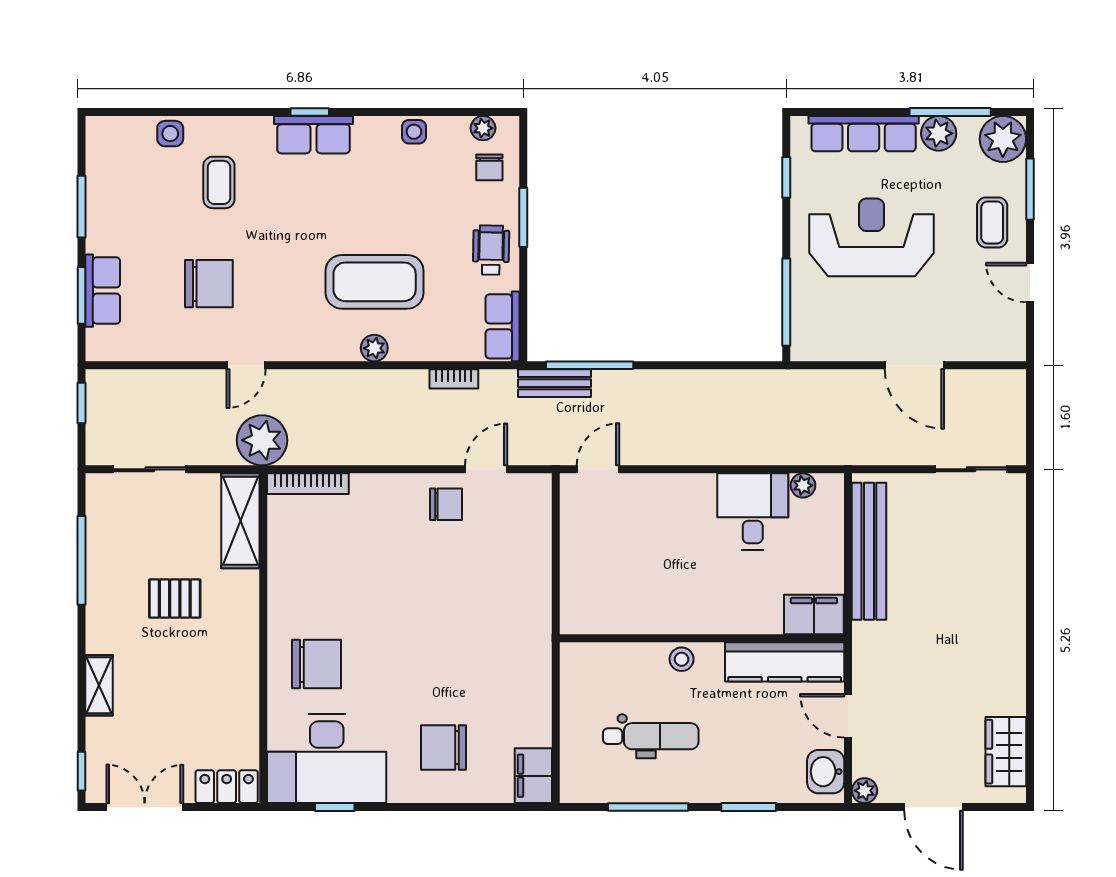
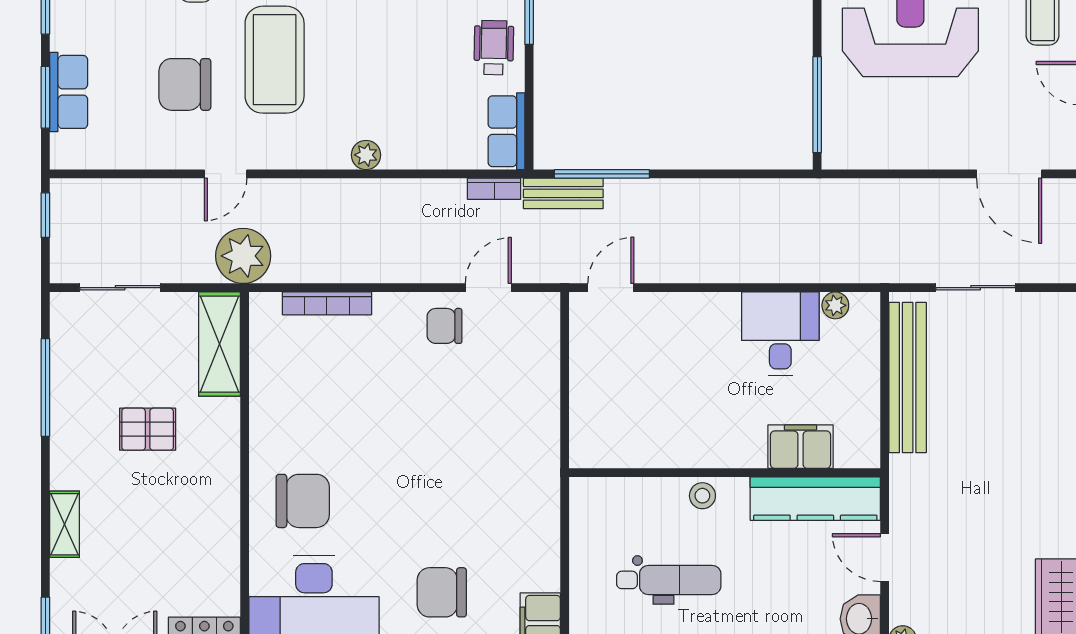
coffee table: (375, 282) -> (275, 60), moved, turned 90
chair: (209, 284) -> (185, 84), turned 180
door: (914, 365) -> (1009, 174), moved
bookcase: (454, 379) -> (494, 189), moved
sliding door: (971, 469) -> (976, 288), moved
bookcase: (308, 484) -> (327, 303), moved
chair: (446, 504) -> (444, 326), turned 180
filing cabinet: (814, 614) -> (801, 447), moved

